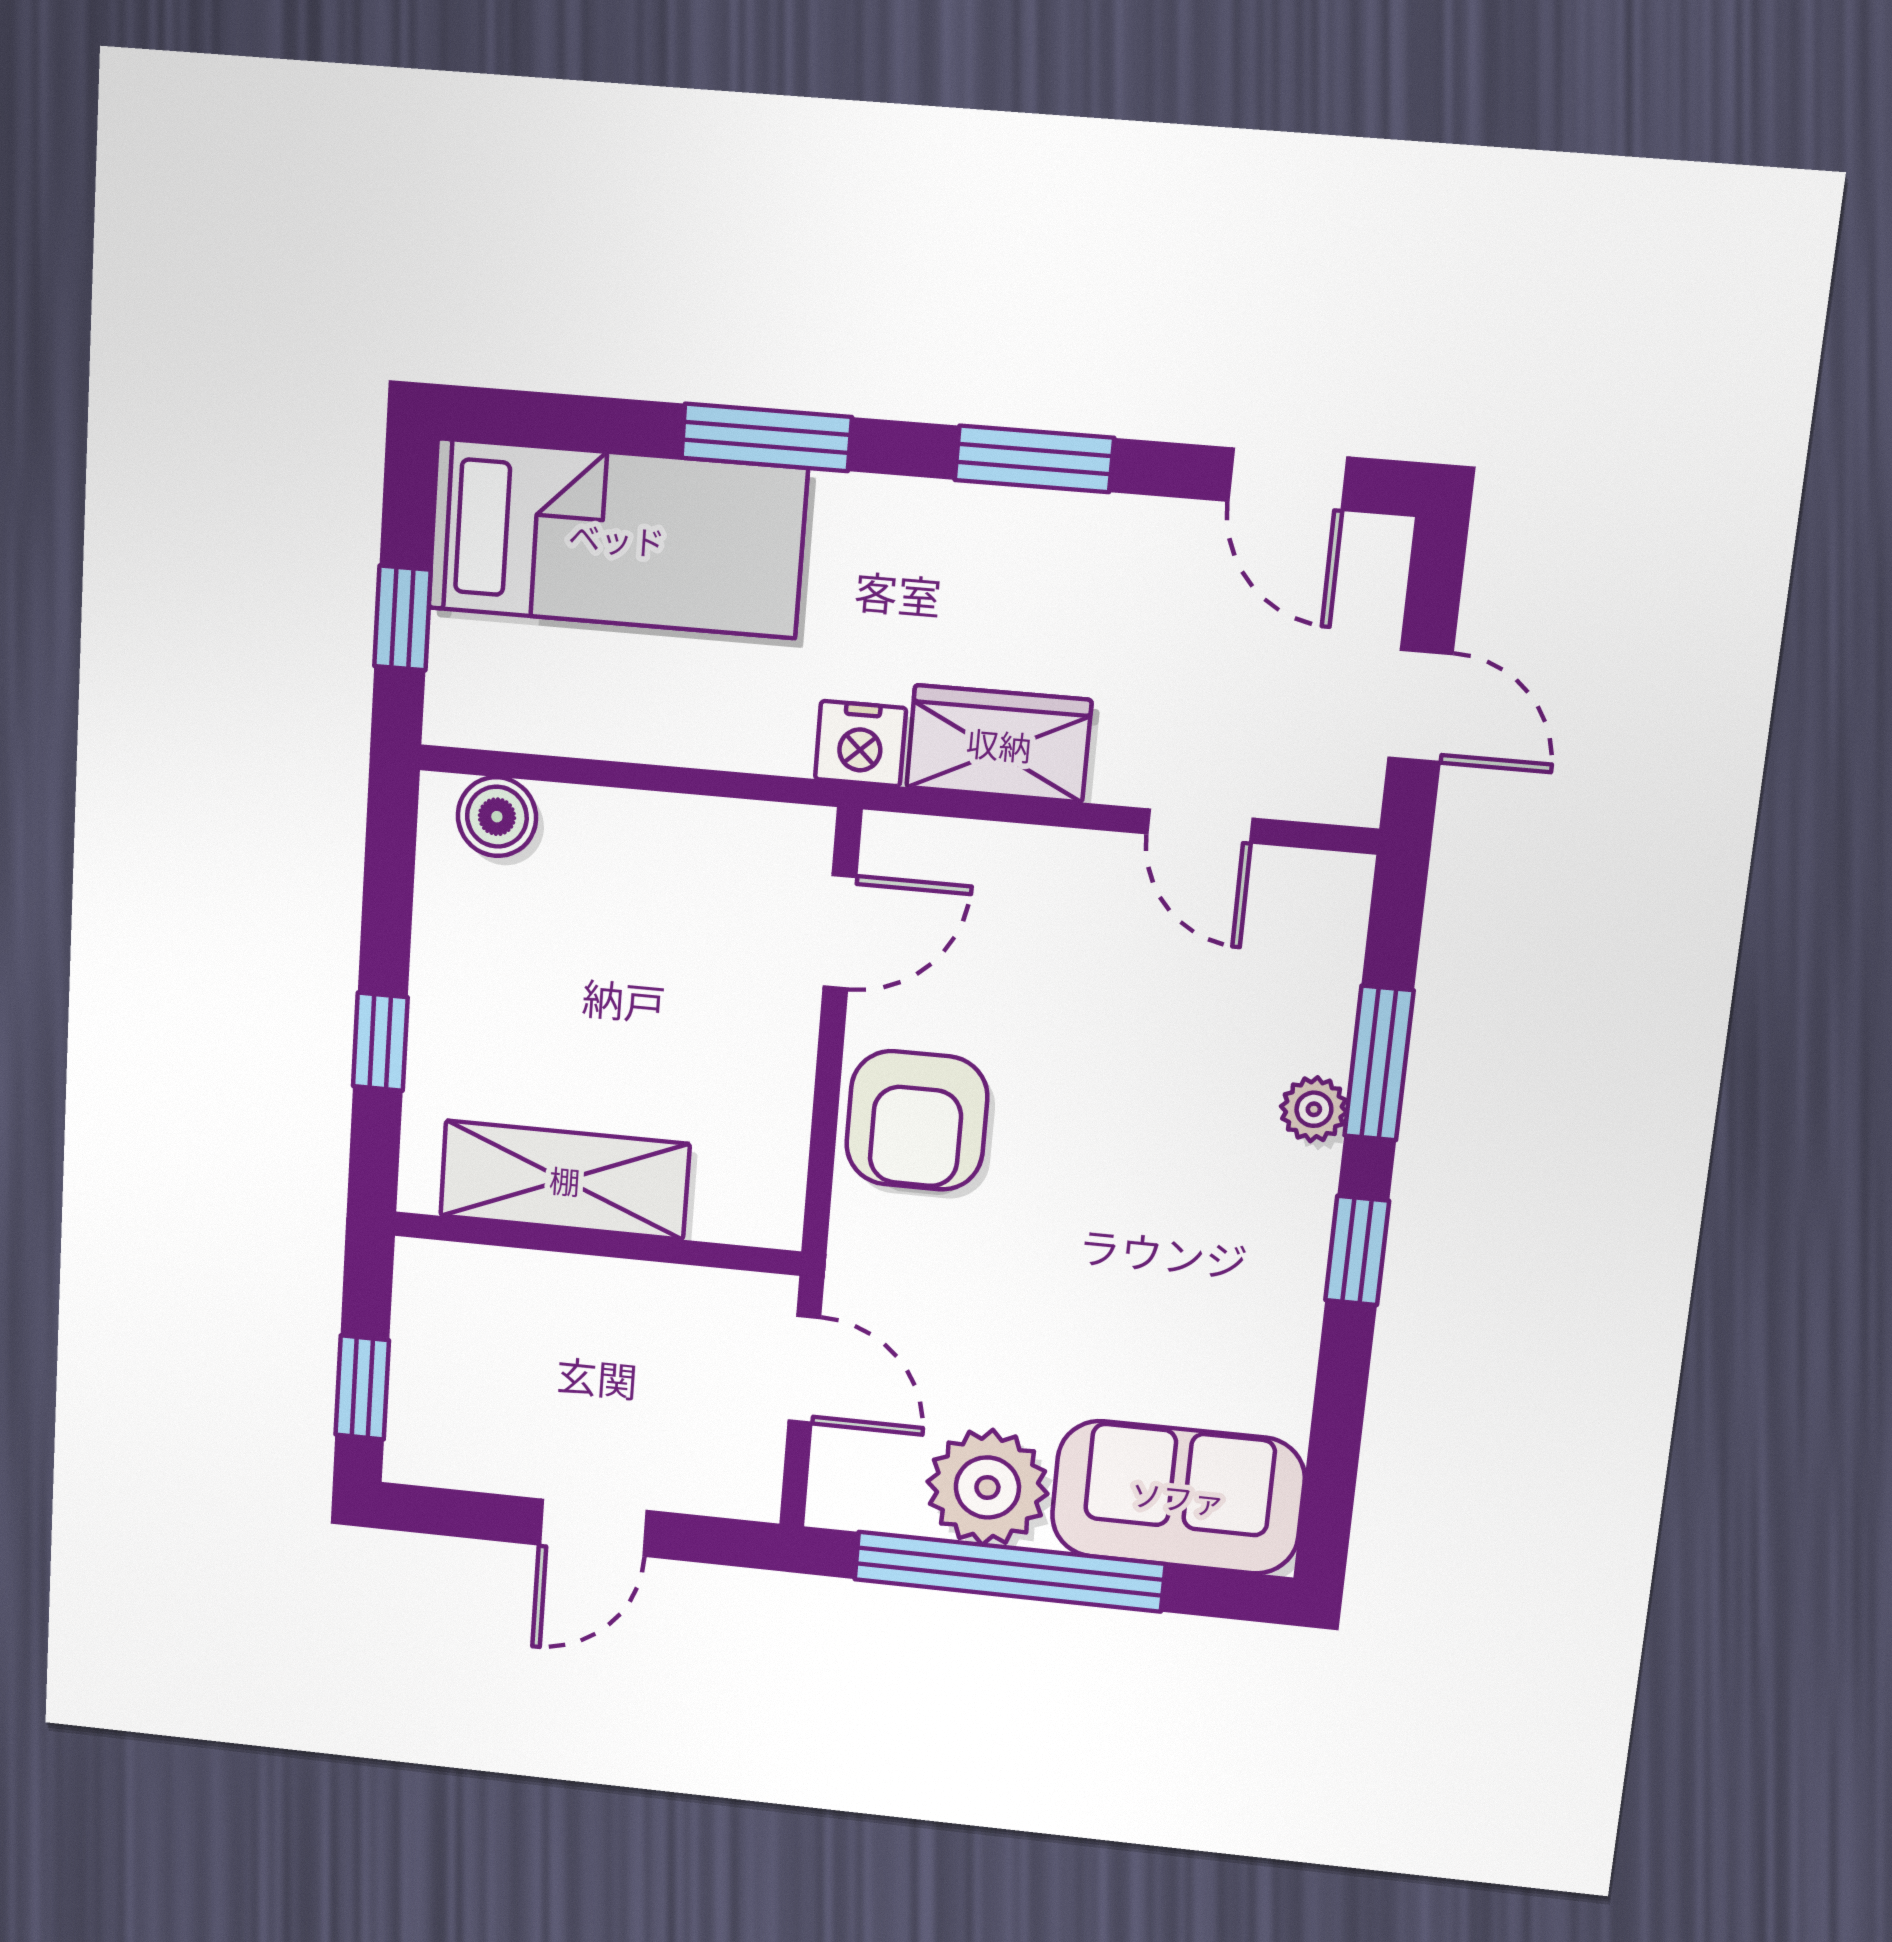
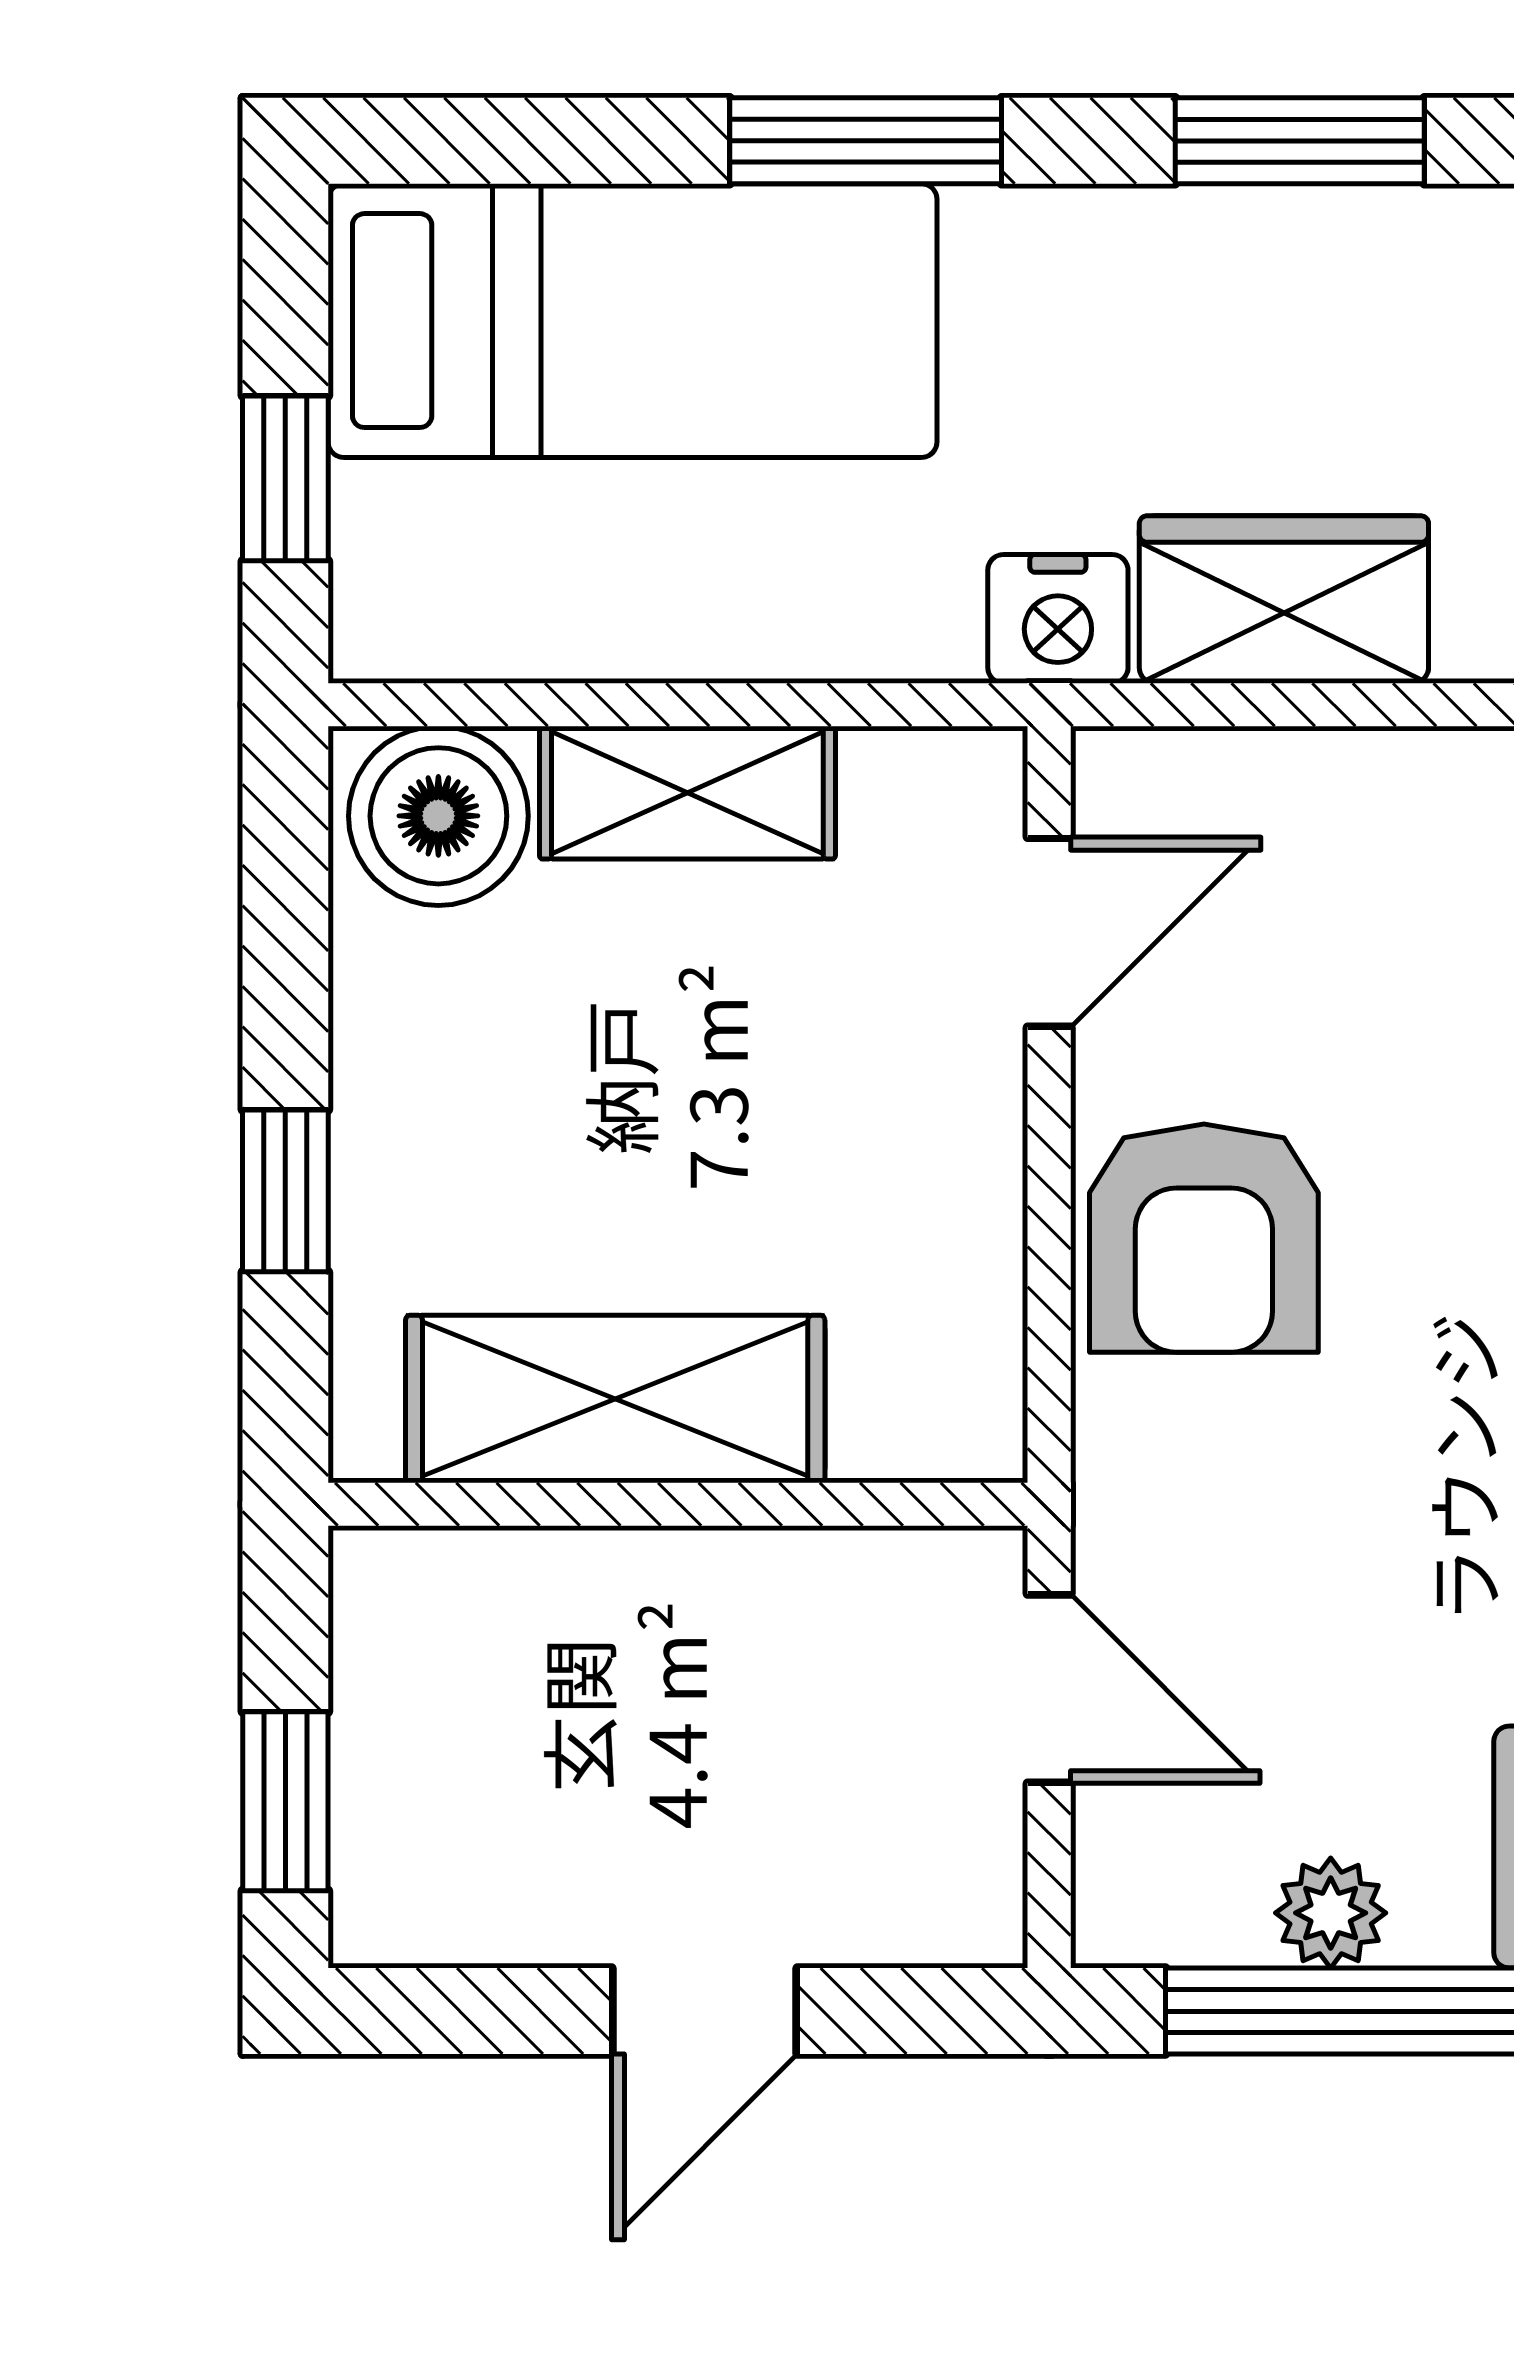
boiler: (497, 817) -> (438, 816), width x1.36, depth x1.36
shelving: (630, 829) -> (687, 793), added
plant: (987, 1488) -> (1331, 1913), width x0.53, depth x0.53

